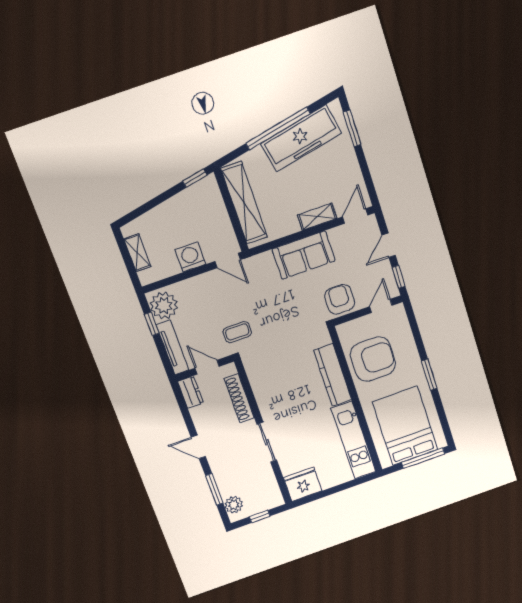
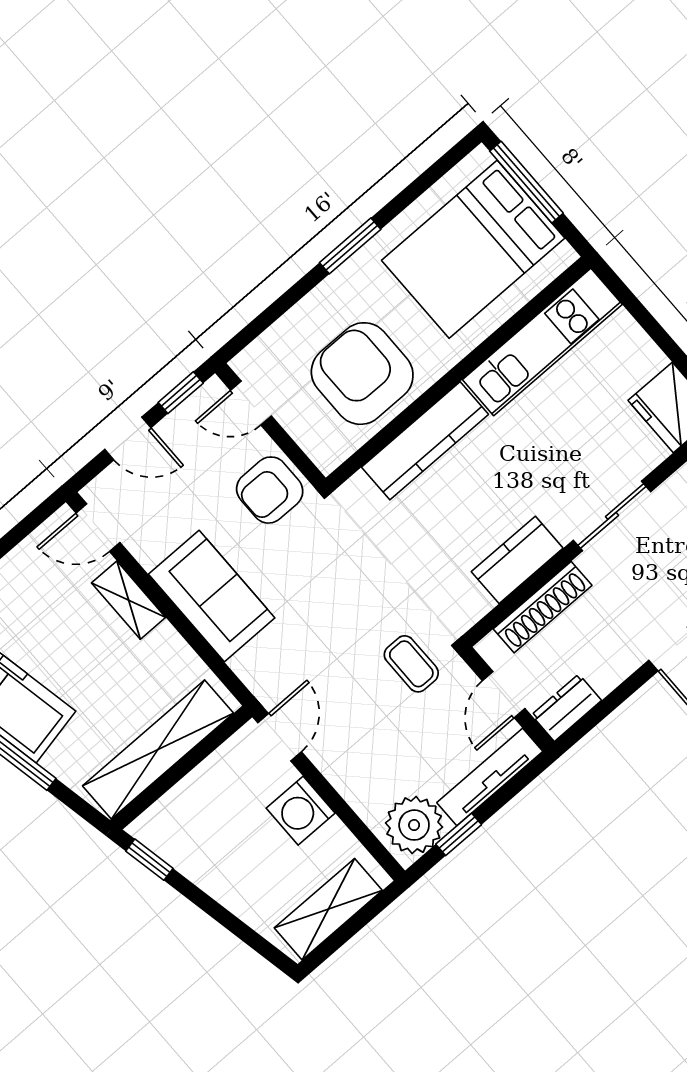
shelving: (137, 253) -> (328, 909), width x1.50, depth x1.33
kitchen counter: (264, 395) -> (517, 560), added

